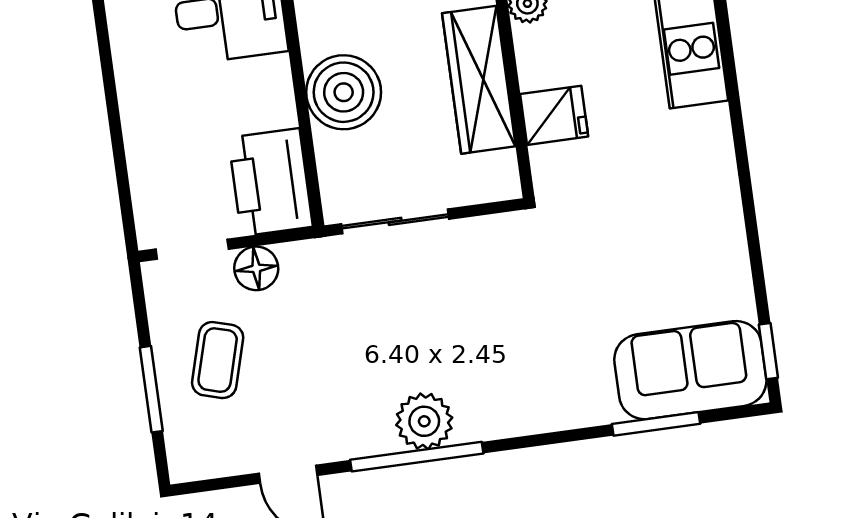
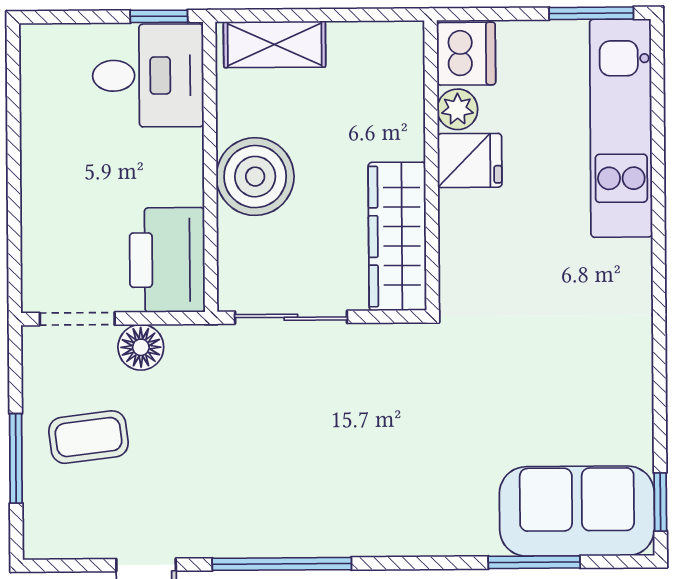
wardrobe: (479, 80) -> (397, 236), moved
fridge: (554, 115) -> (470, 160), moved
coffee table: (218, 360) -> (89, 437), turned 67
plant: (424, 421) -> (294, 528), removed

